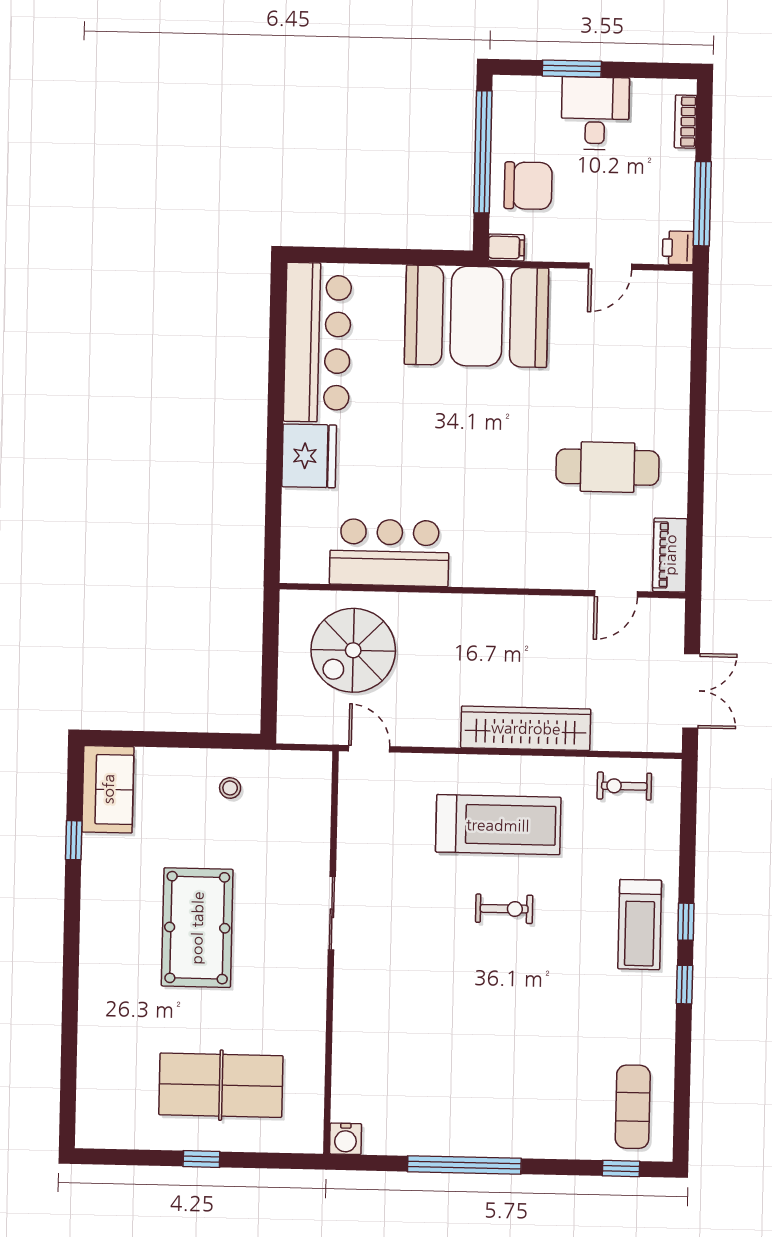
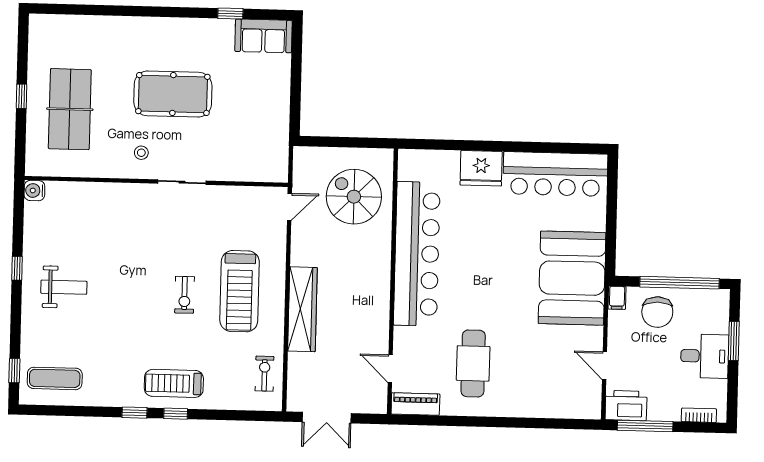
printer: (678, 248) -> (626, 406), width x1.87, depth x1.48
bar counter: (389, 553) -> (417, 254), width x1.86
stool: (230, 788) -> (141, 153), moved
weight bench: (493, 1093) -> (64, 287), added
window: (464, 1165) -> (17, 268), width x0.32

